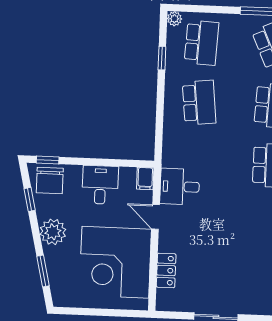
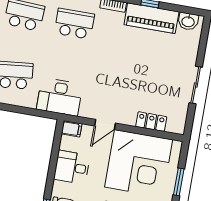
desk: (180, 187) -> (60, 97), moved, width x1.37
window: (100, 312) -> (179, 182), added

